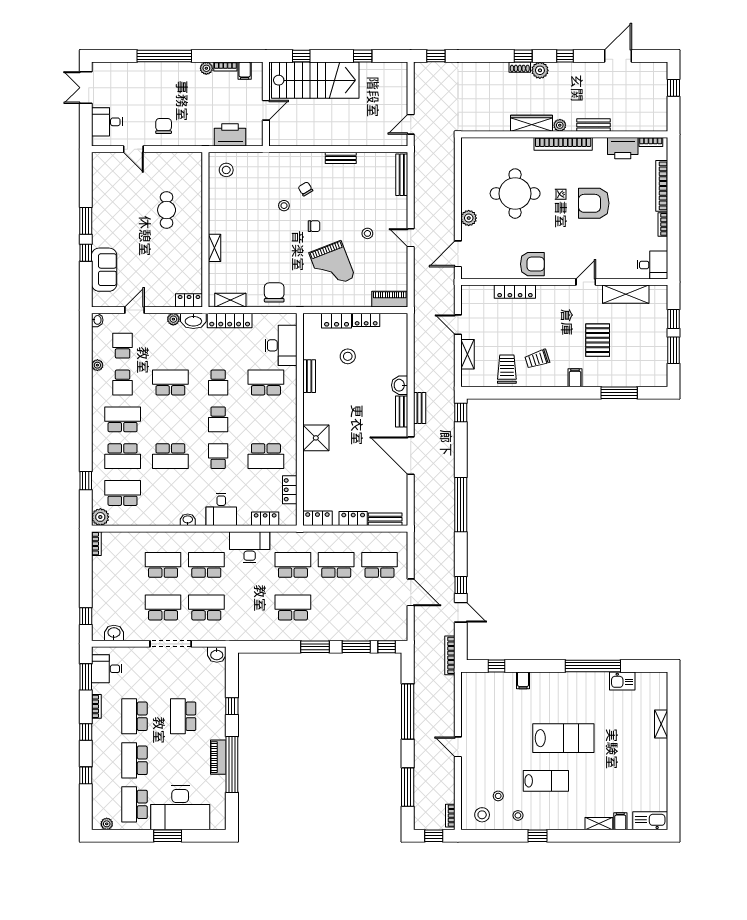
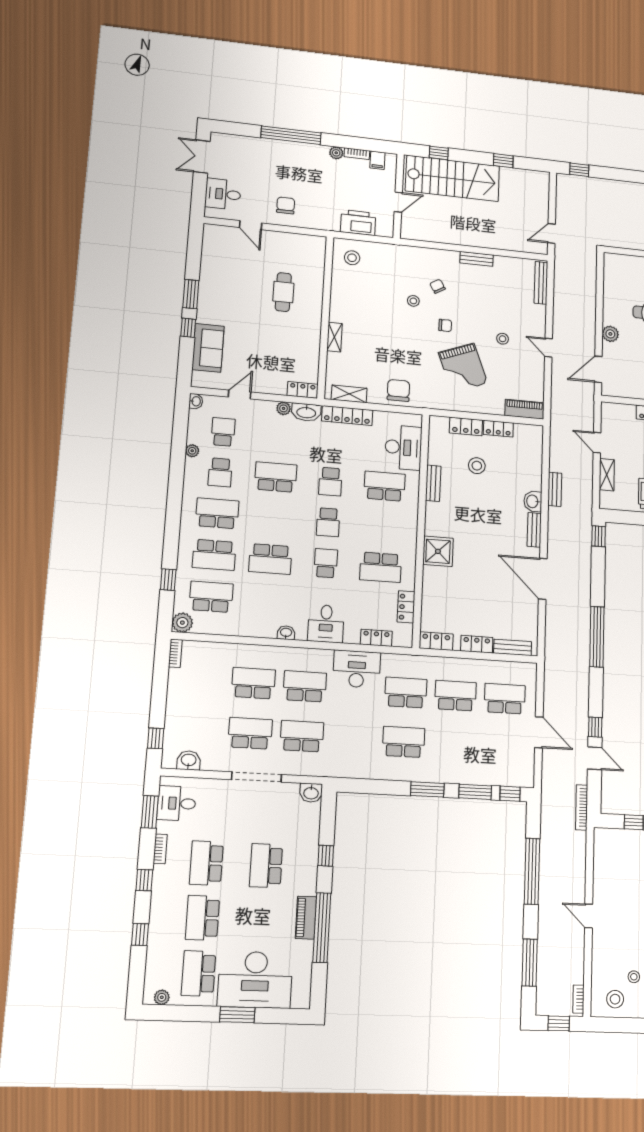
bench: (420, 408) -> (555, 489), moved

